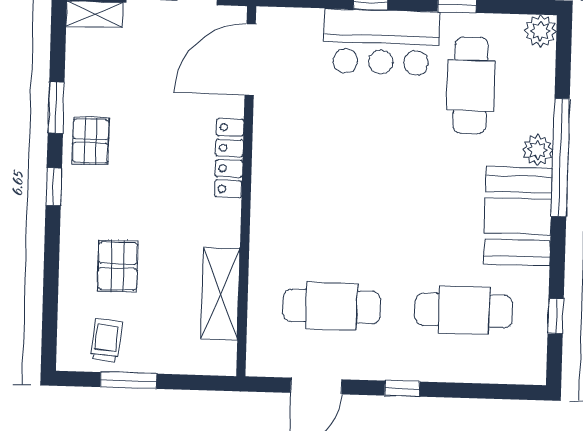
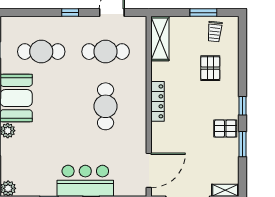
cafe table: (471, 85) -> (106, 106), moved
pallet: (91, 141) -> (225, 128), turned 90
locker: (229, 158) -> (158, 101), moved
shelving: (220, 294) -> (160, 39), moved

